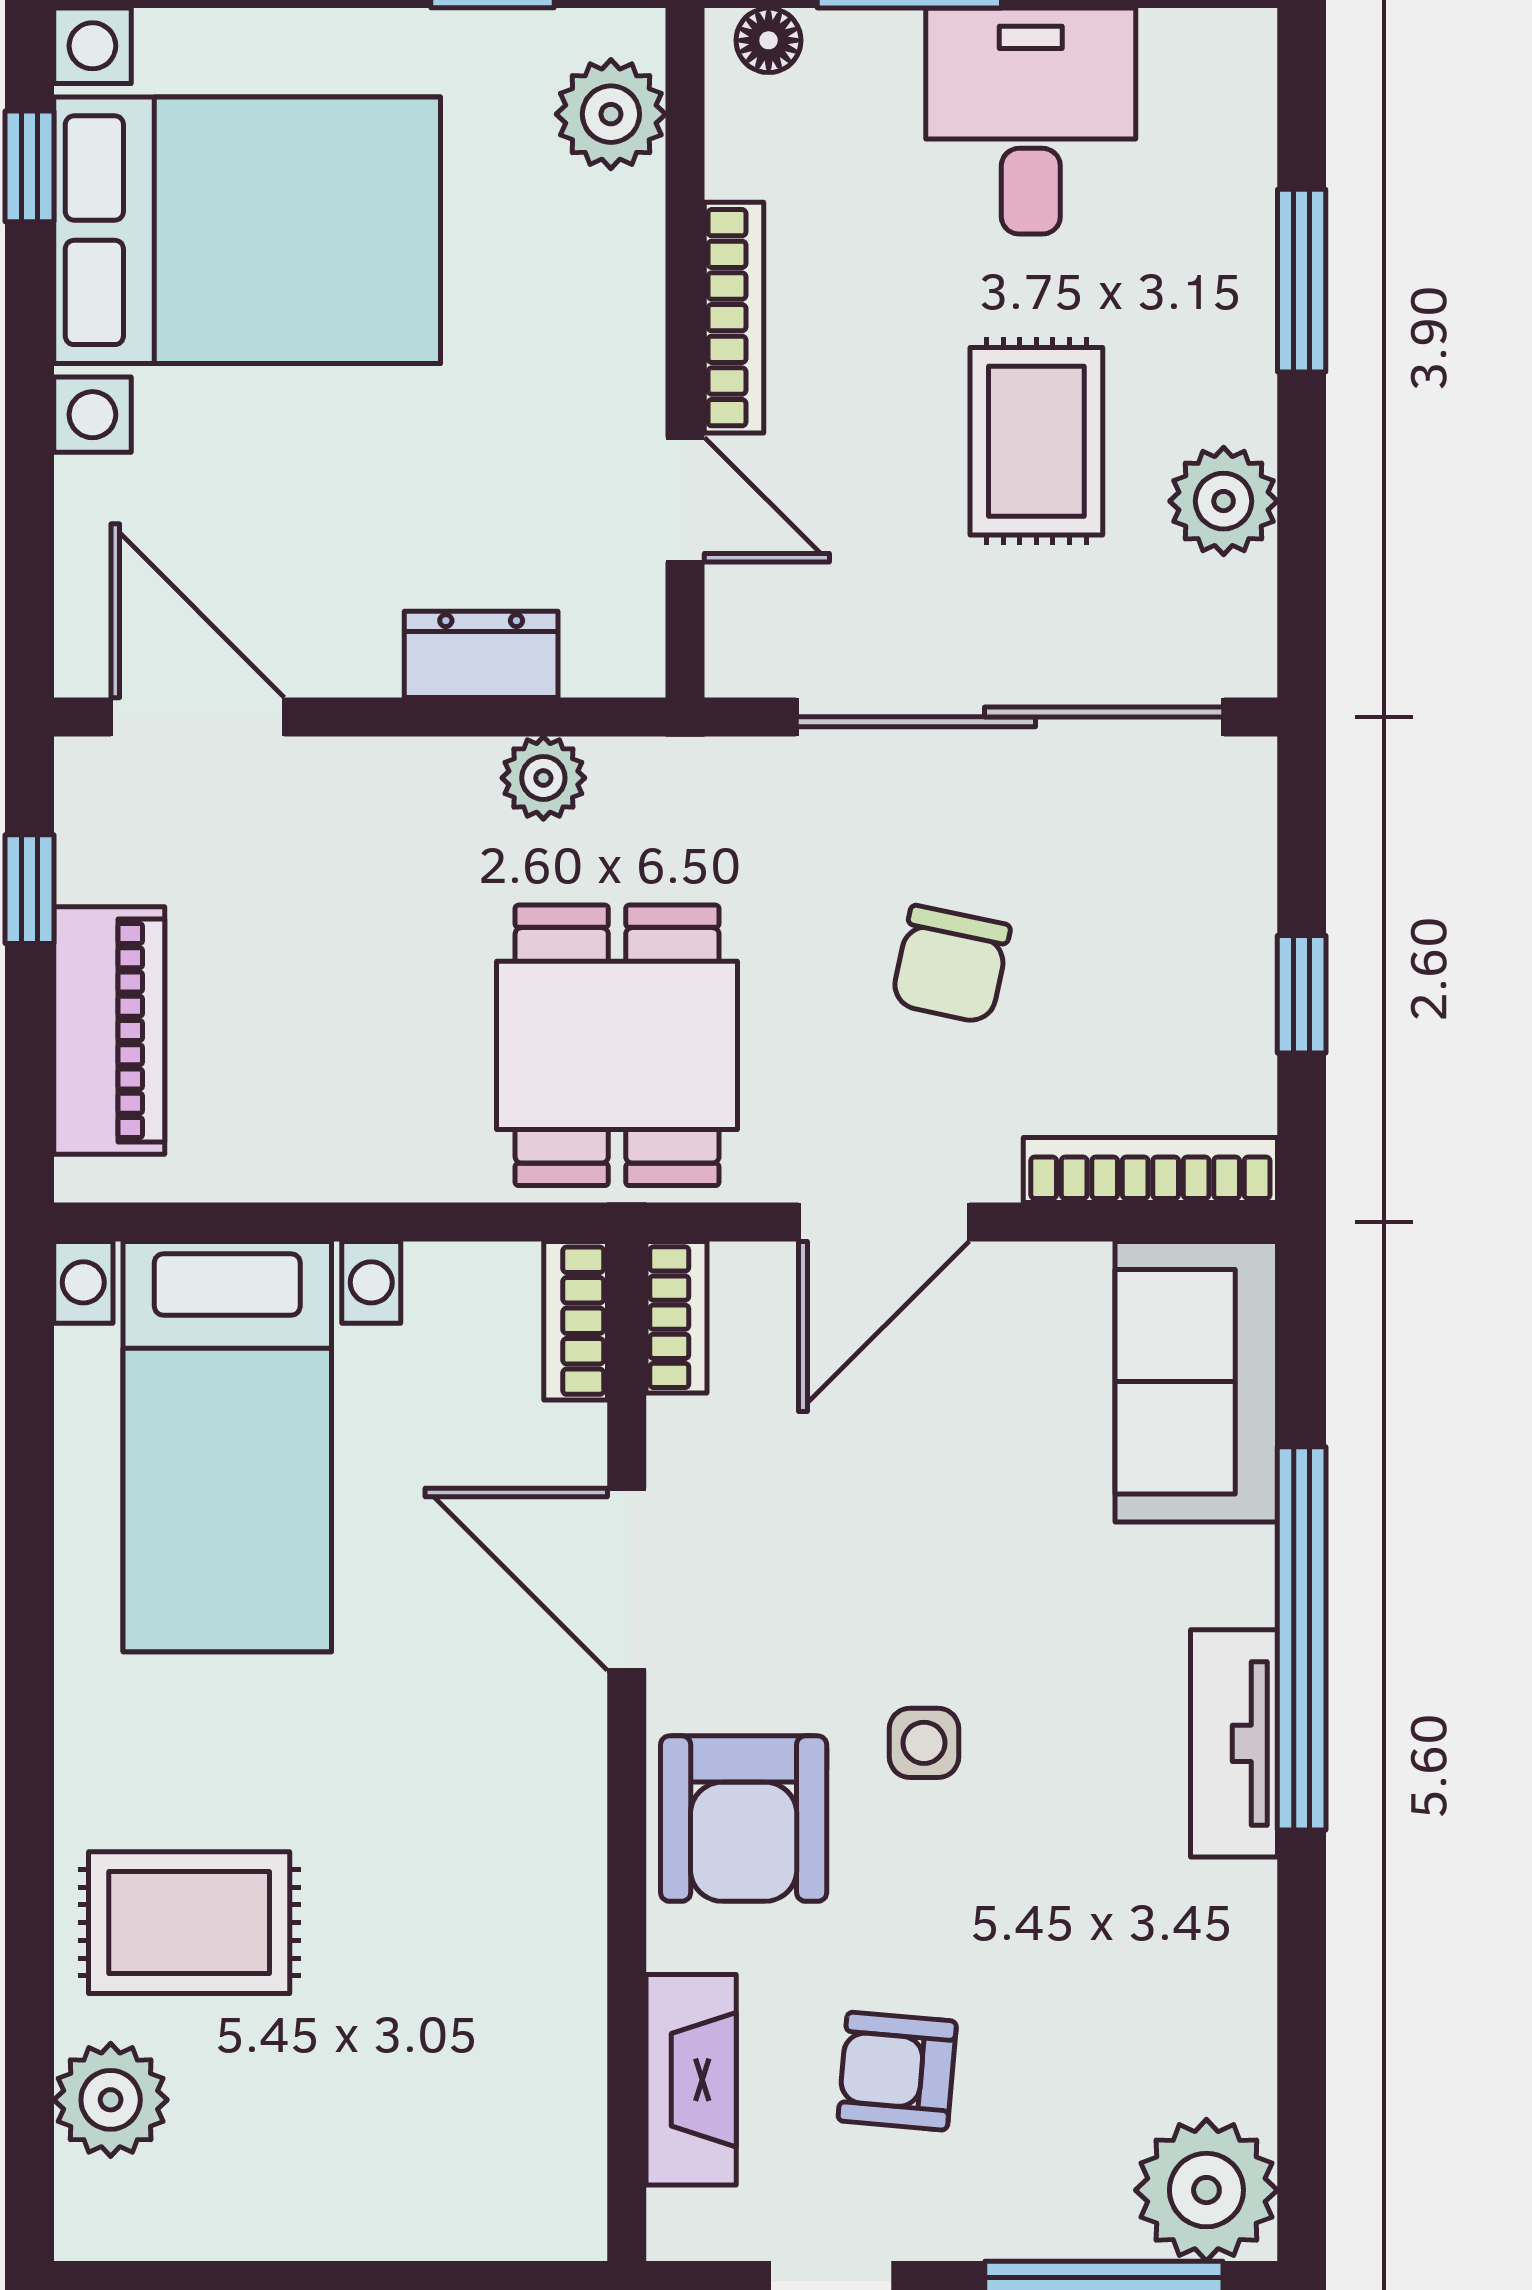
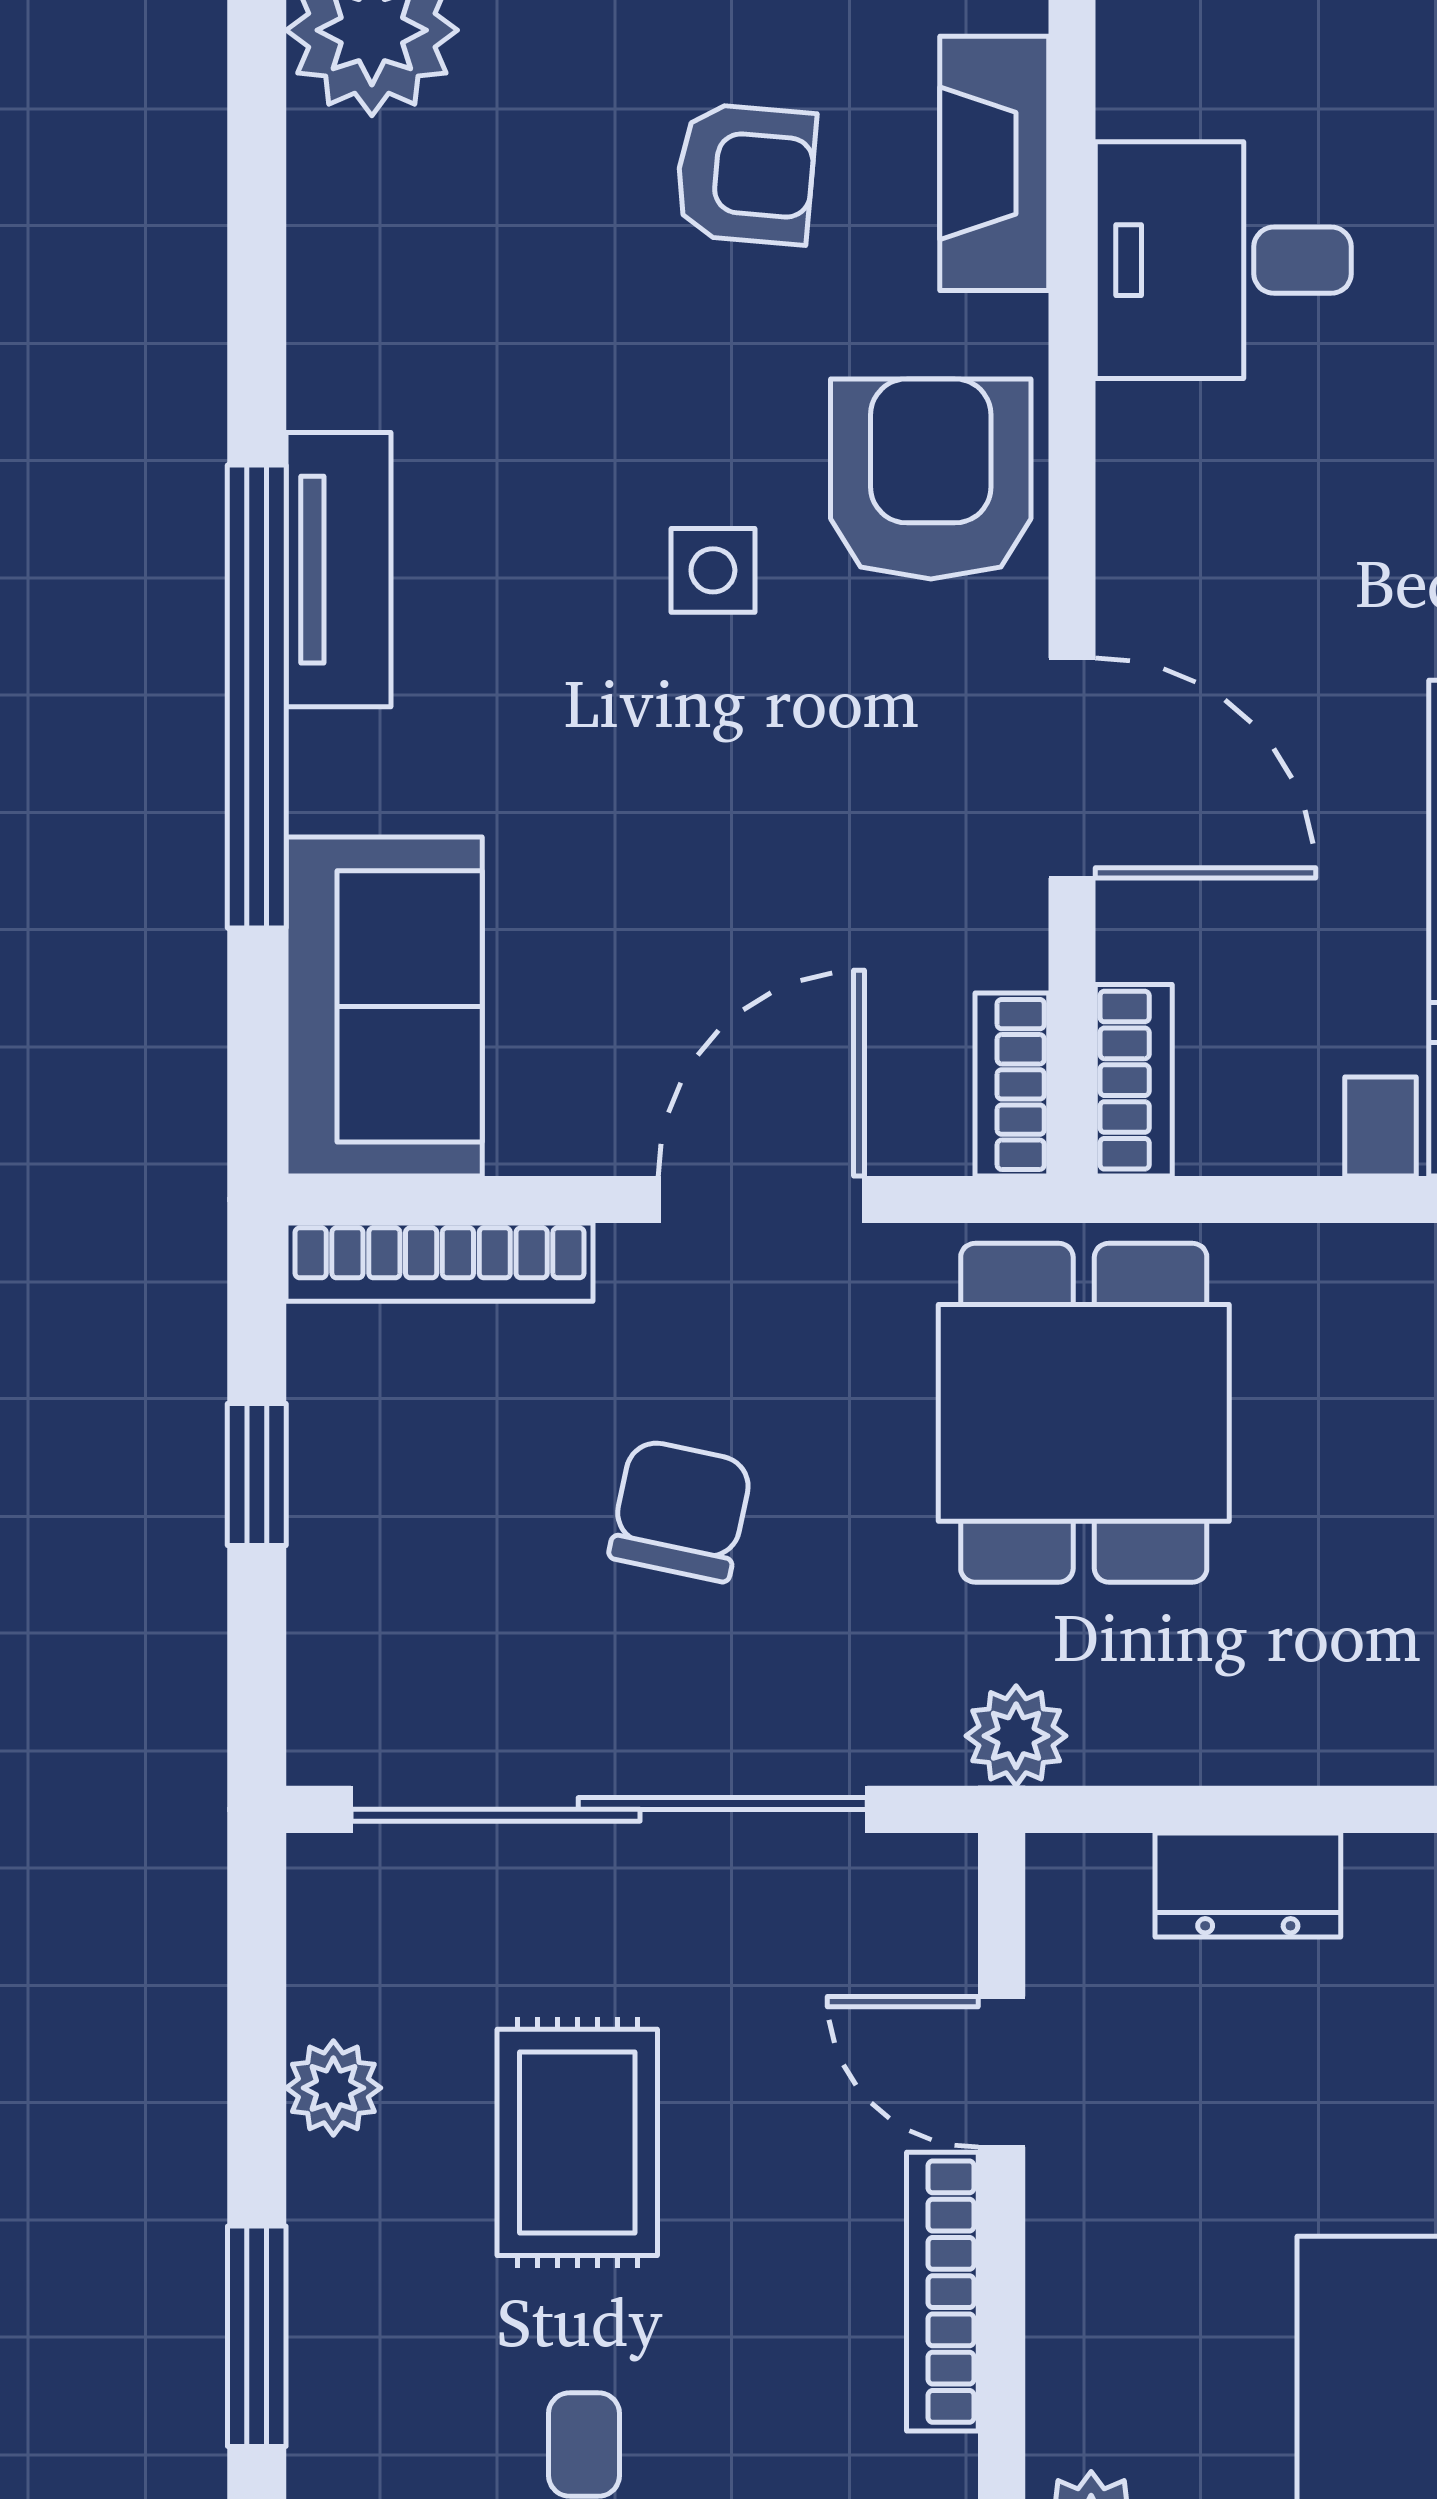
plant: (1224, 501) -> (333, 2088), width x0.73, depth x0.73
plant: (543, 778) -> (1016, 1736), moved
desk: (501, 2000) -> (1223, 260), added

